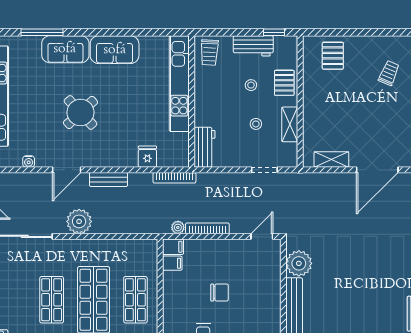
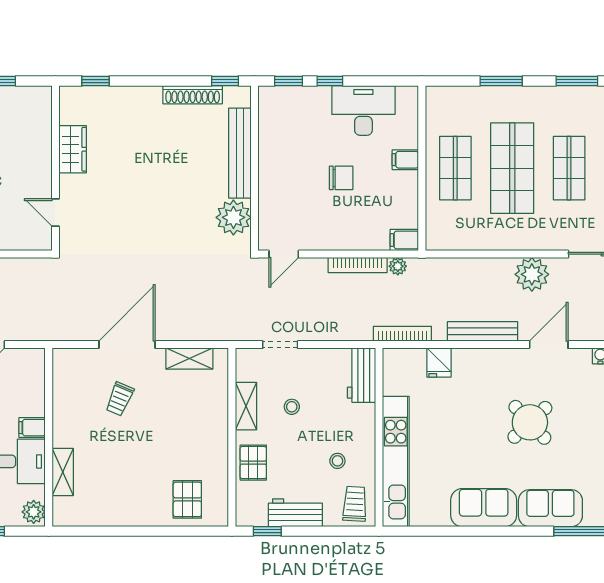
trolley: (389, 73) -> (120, 399), moved
stool: (251, 85) -> (337, 461), moved
bench: (109, 180) -> (483, 331), width x1.36
filing cabinet: (172, 263) -> (405, 160), moved
chair: (220, 293) -> (341, 178), turned 180

